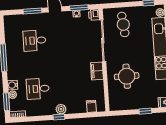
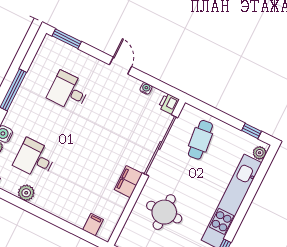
window: (79, 8) -> (154, 82), removed
window: (32, 11) -> (67, 39), moved
plant: (61, 109) -> (26, 193), moved
window: (59, 117) -> (41, 213), removed

